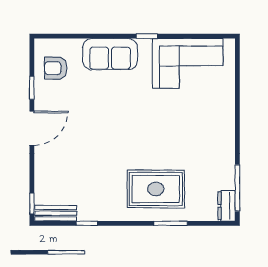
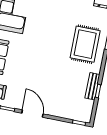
bench: (56, 213) -> (92, 86), moved

